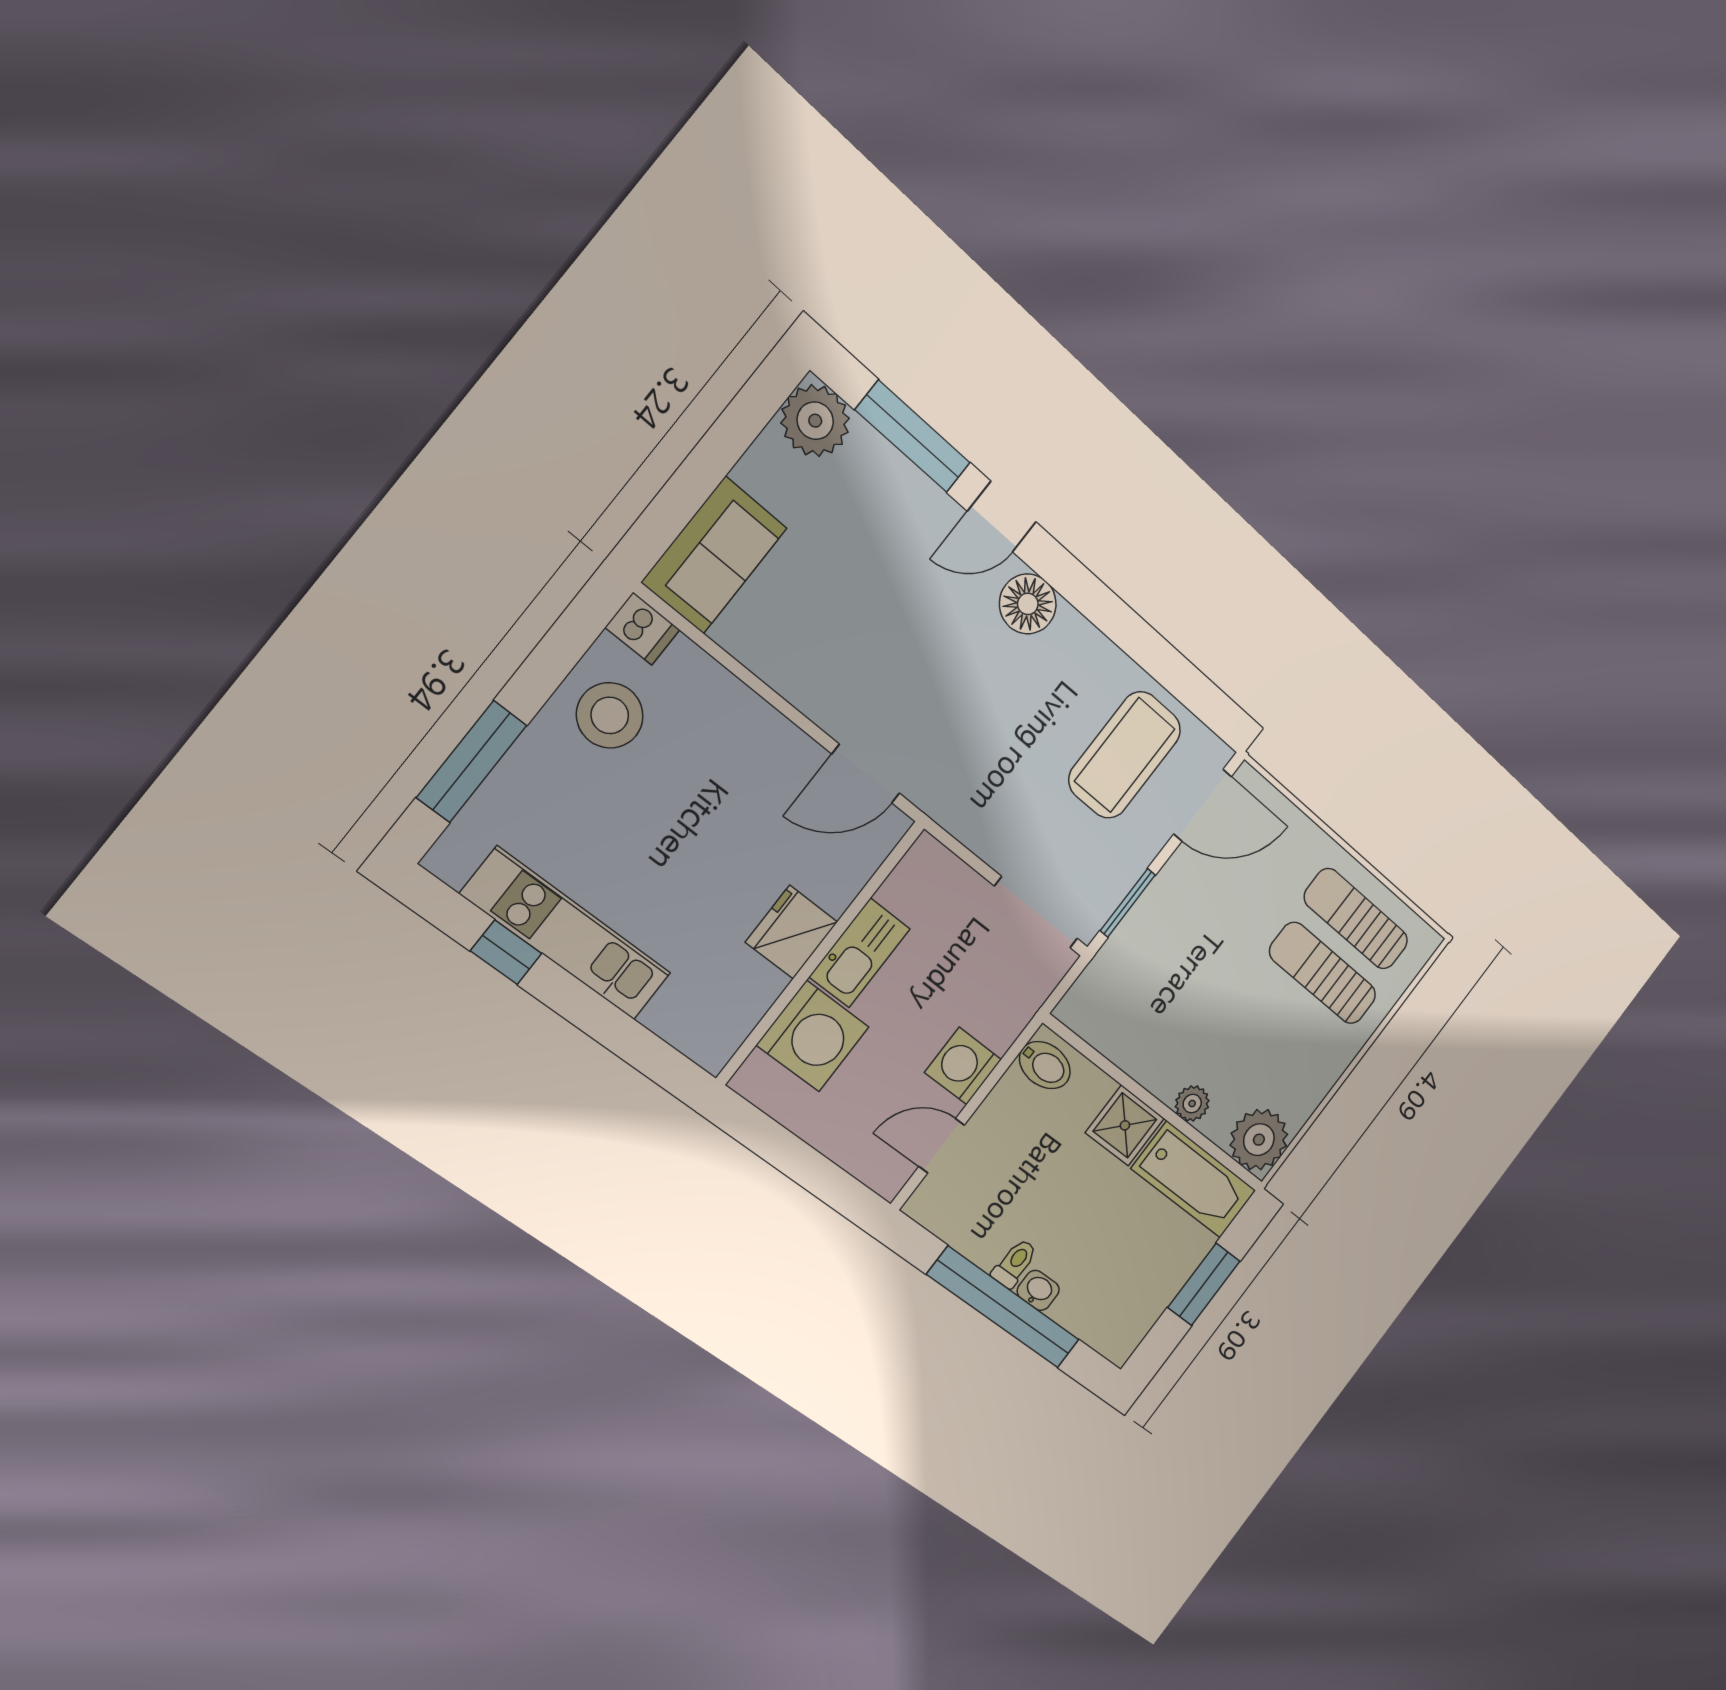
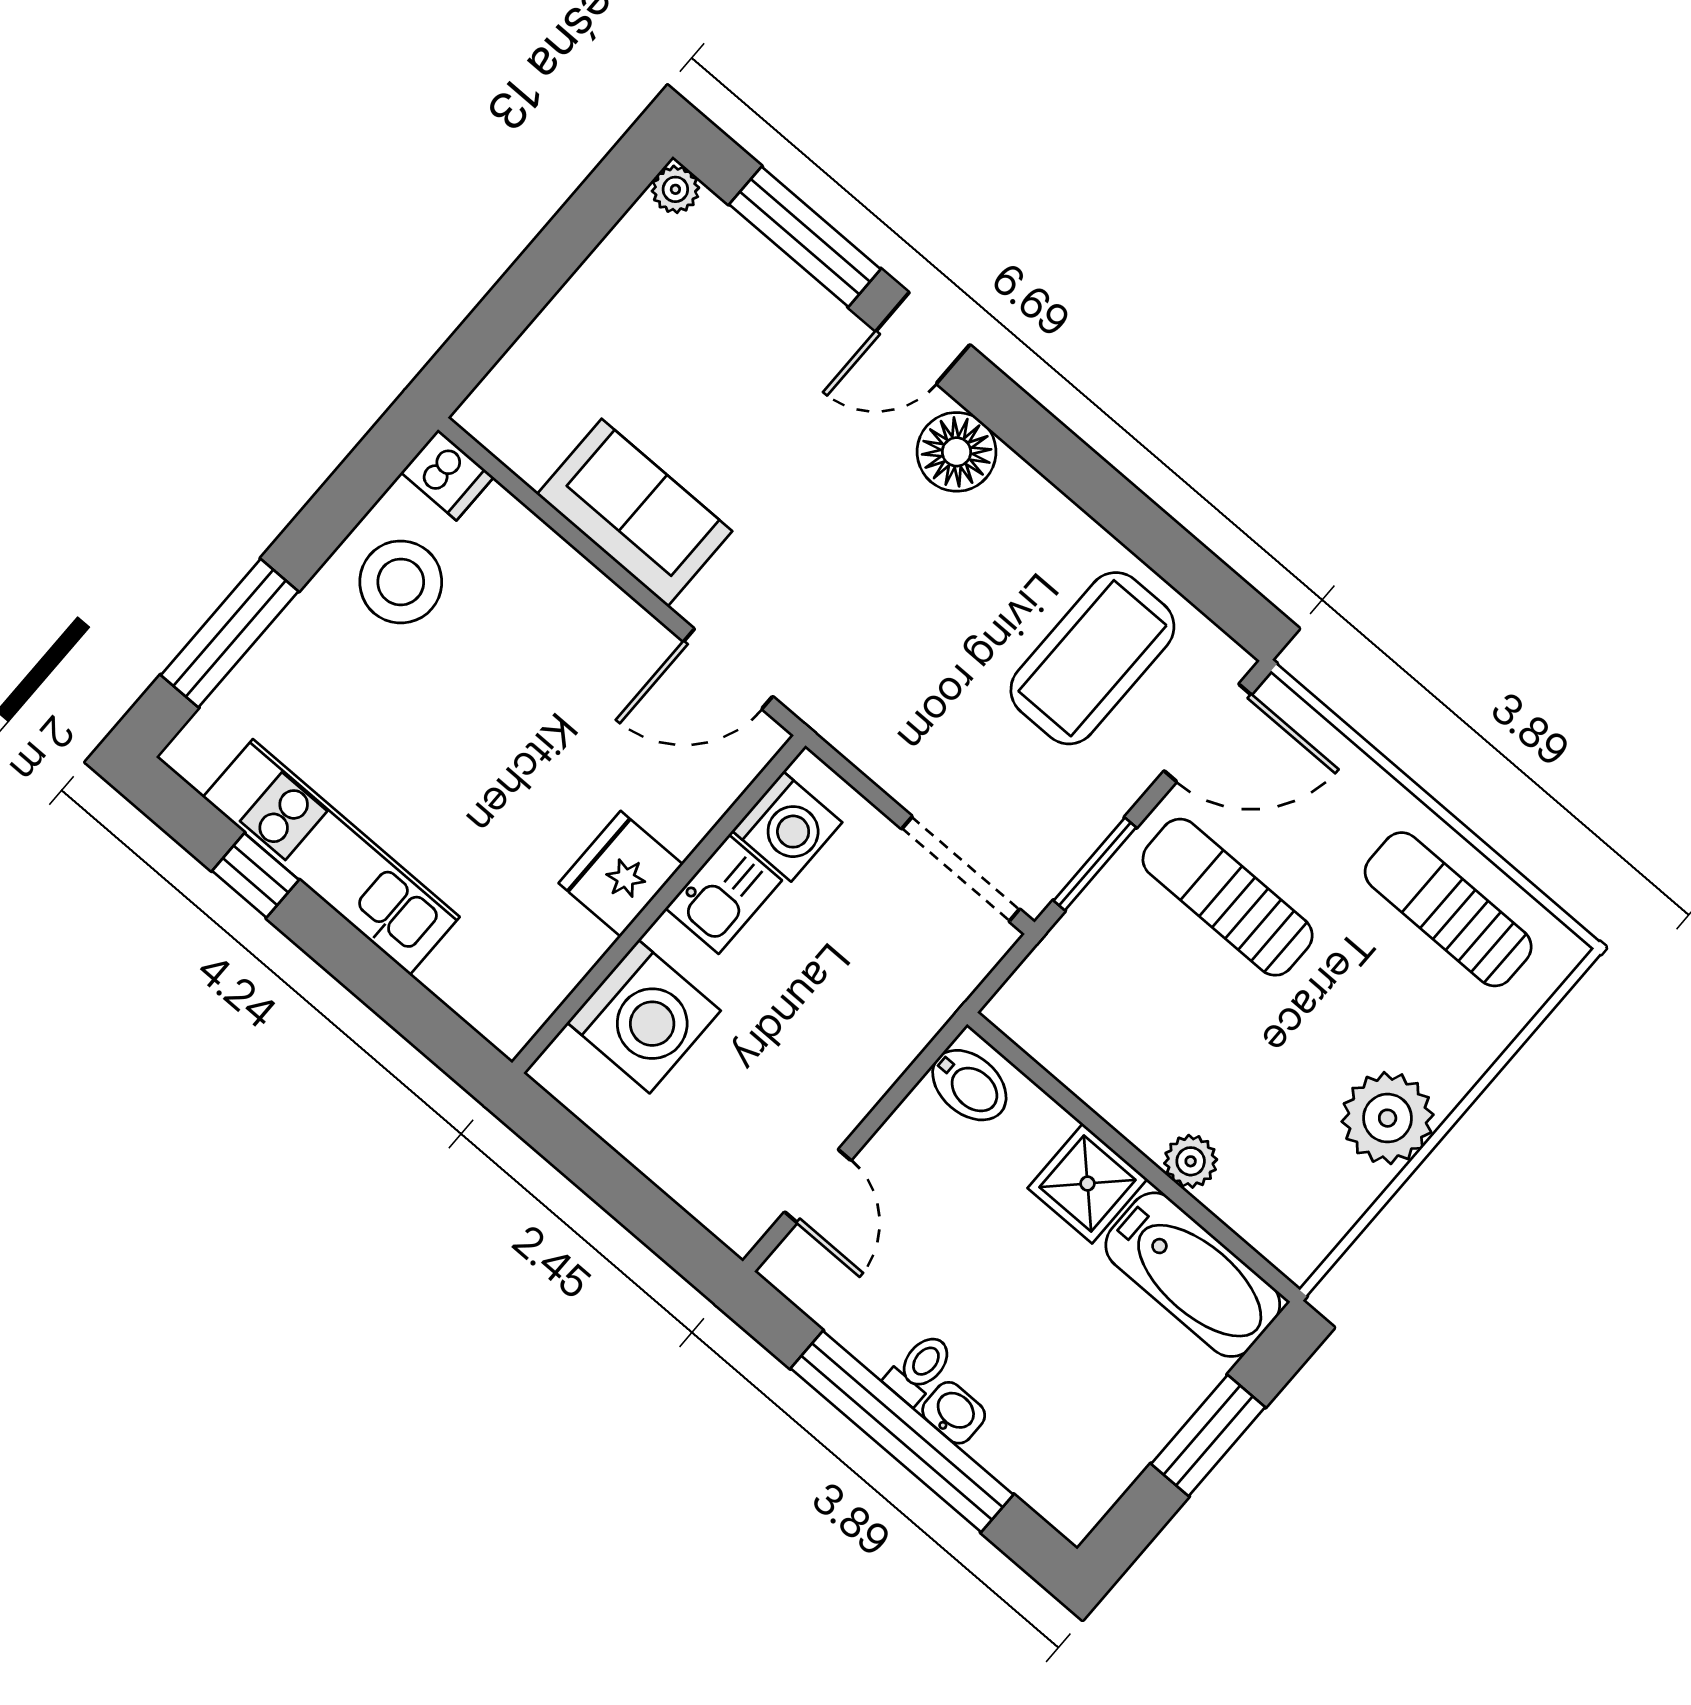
plant: (815, 421) -> (675, 189), width x0.53, depth x0.53
sofa: (714, 555) -> (634, 513), moved, turned -90
kitchen sink: (860, 953) -> (724, 894), width x0.73
sun lounger: (1323, 973) -> (1228, 897), moved
washing machine: (963, 1066) -> (787, 826), moved, turned 180
plant: (1259, 1140) -> (1388, 1118), moved
door: (942, 1146) -> (818, 1186), swing flipped

